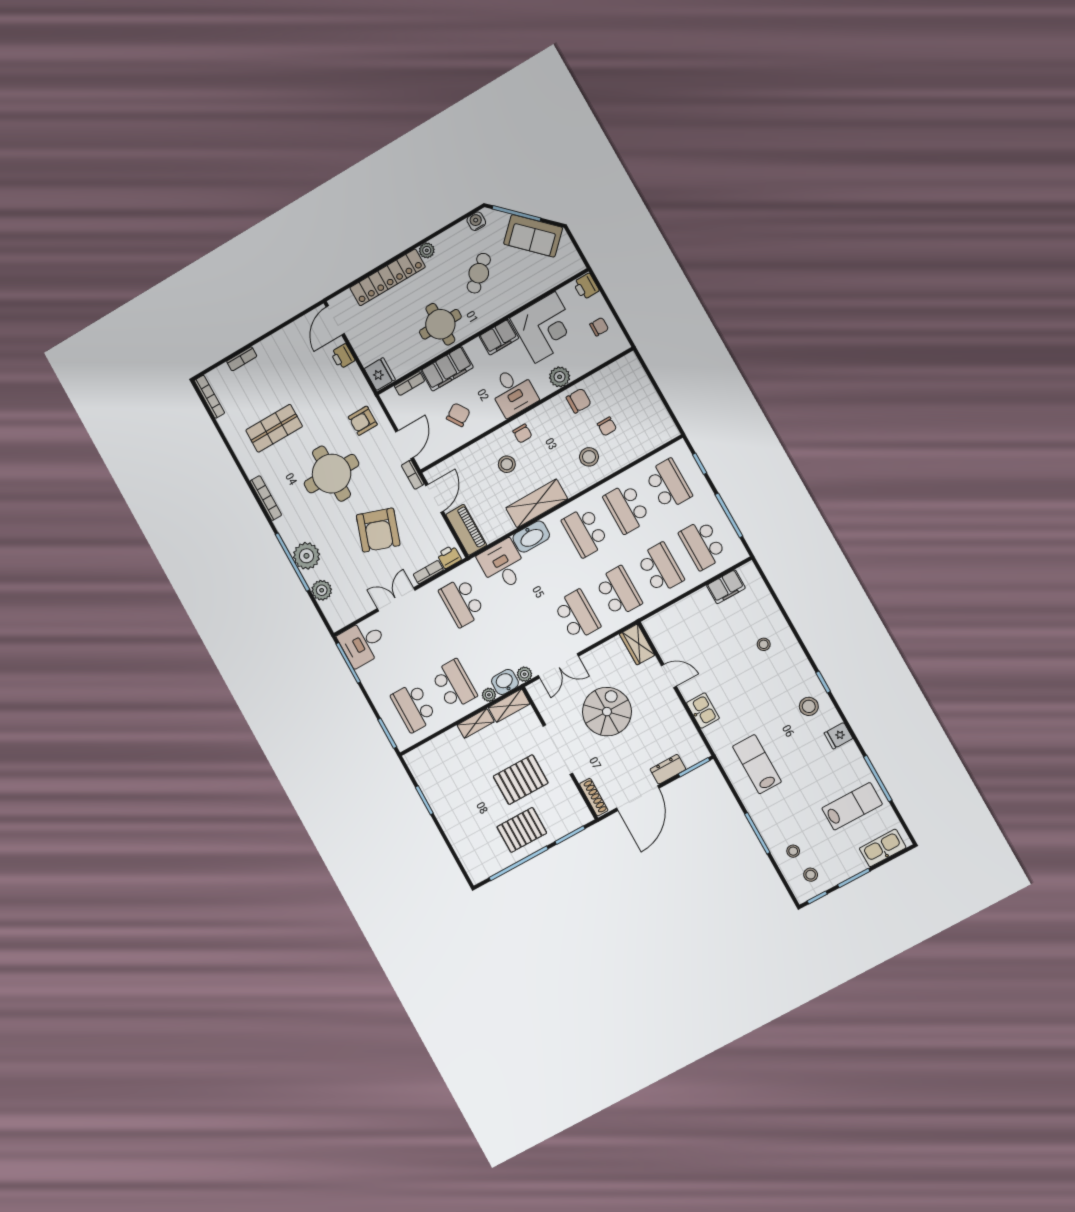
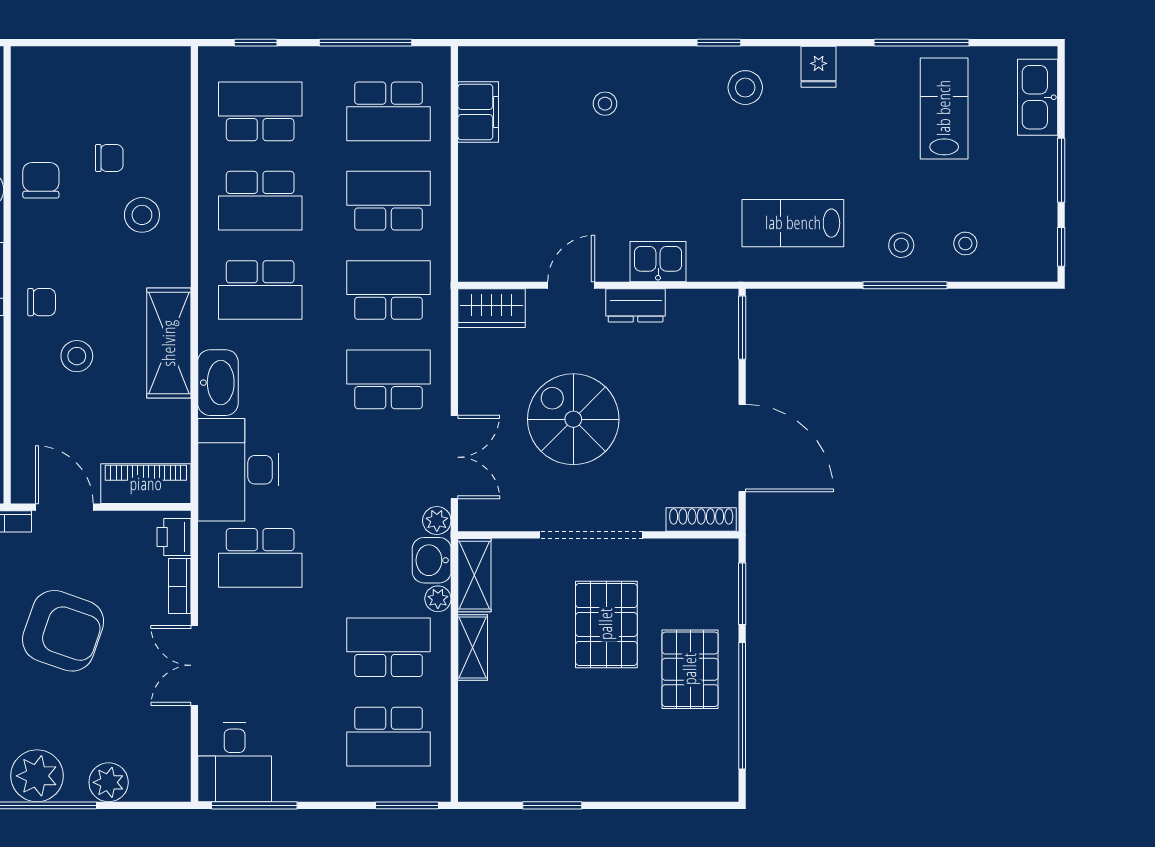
desk: (503, 565) -> (238, 470), width x1.37
dresser: (668, 769) -> (636, 305), moved, turned -90
stool: (811, 875) -> (901, 245), moved

